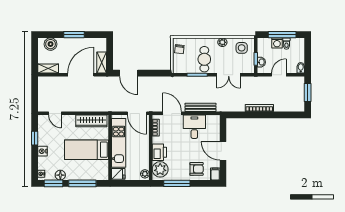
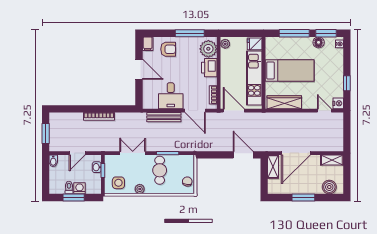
window: (282, 35) -> (74, 197), width x0.69
nightstand: (42, 151) -> (338, 103), moved
armchair: (197, 169) -> (168, 49), turned 180

